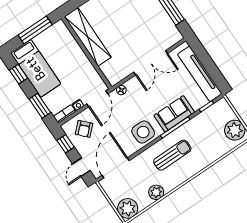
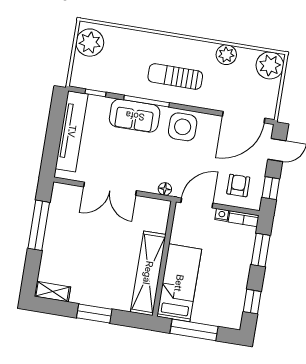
double door: (151, 63) -> (110, 189), swing flipped
bed: (36, 68) -> (179, 283), moved
armchair: (84, 129) -> (238, 185), turned -46

